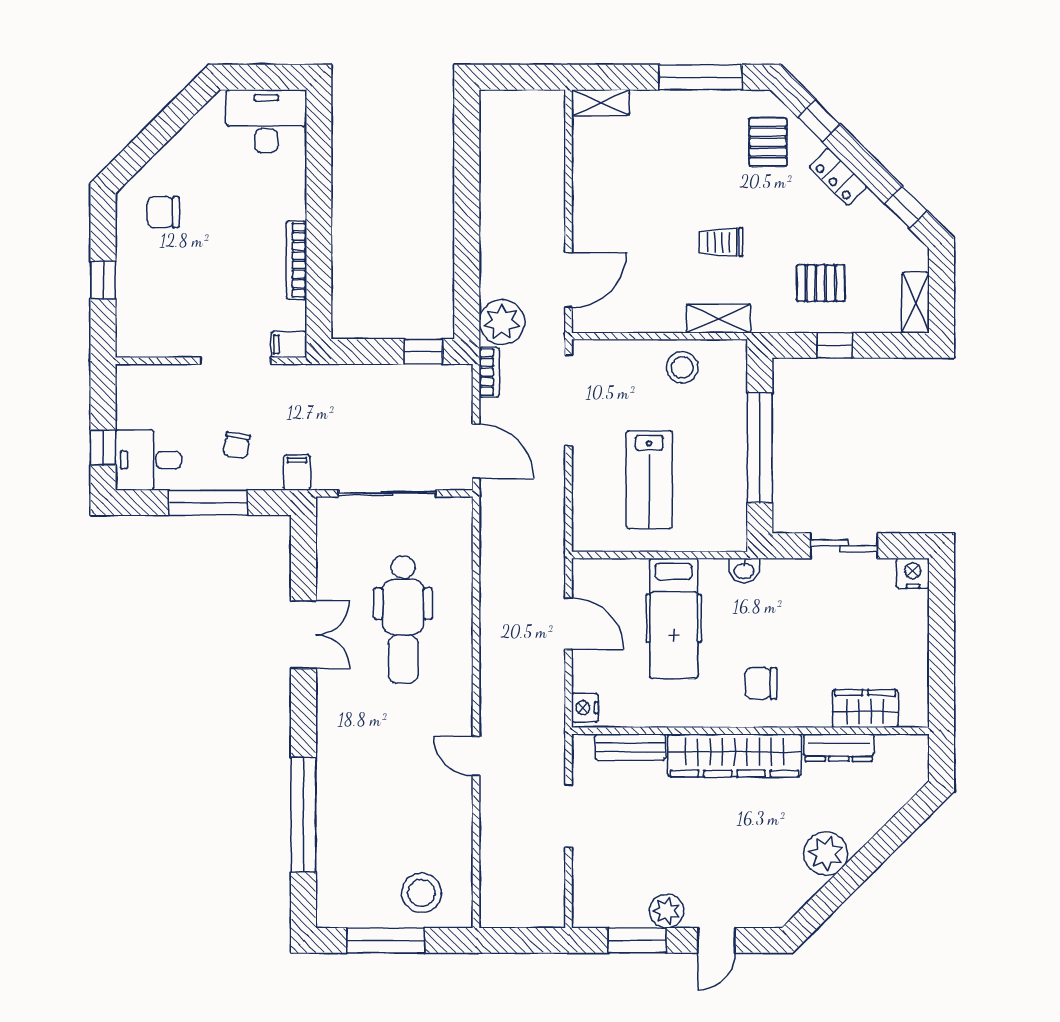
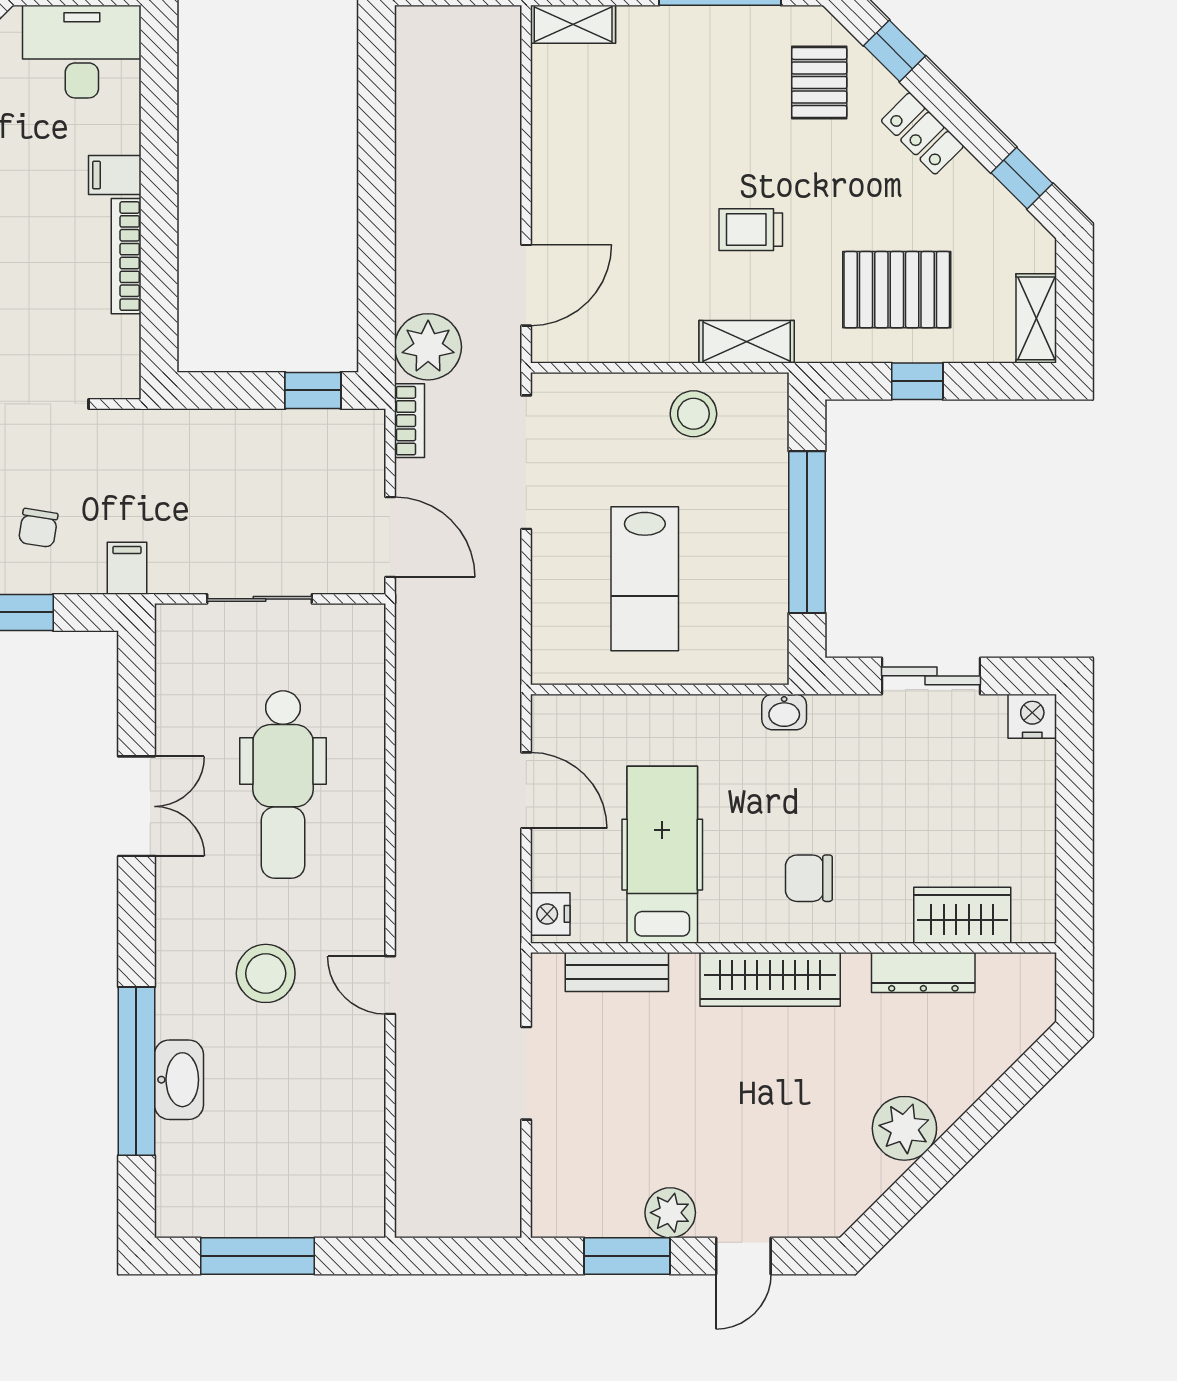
pallet: (821, 283) -> (897, 290), width x1.50, depth x1.42
filing cabinet: (289, 344) -> (115, 175), moved
sliding door: (387, 493) -> (259, 599), width x0.73
hospital bed: (674, 618) -> (662, 855), moved, turned 180
wardrobe: (734, 755) -> (770, 979), width x0.71, depth x0.85
washbasin: (332, 820) -> (179, 1080), added
stool: (421, 893) -> (266, 973), moved

